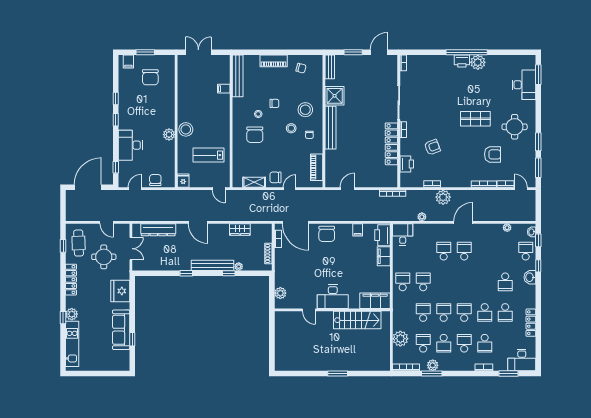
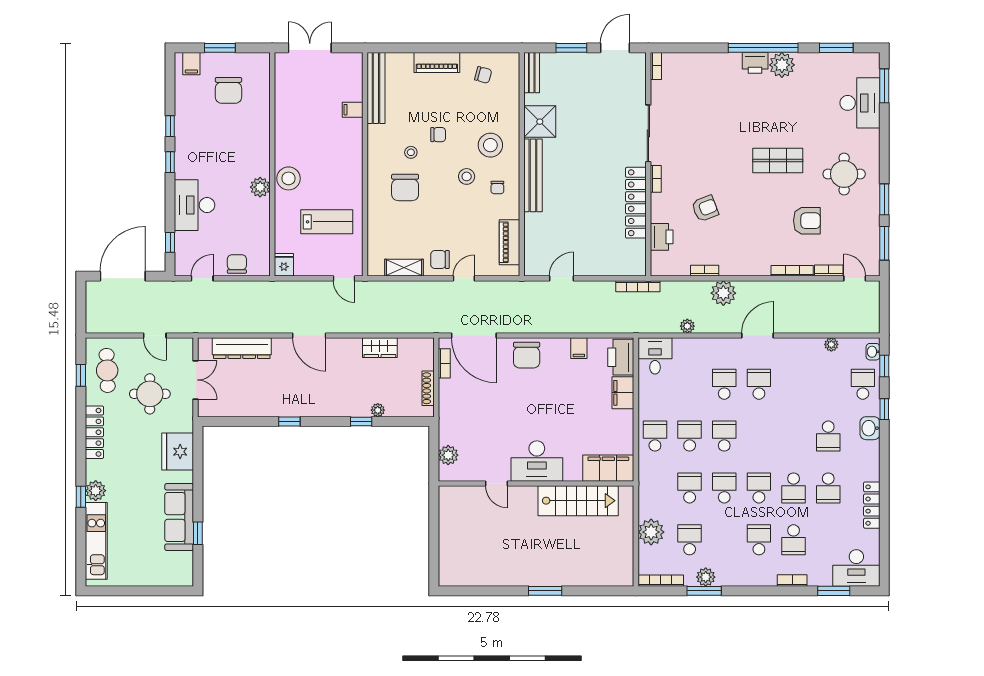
window: (510, 52) -> (836, 48), added
lab bench: (208, 155) -> (327, 222), turned 180
bench: (213, 265) -> (334, 408), removed
school desk: (444, 343) -> (724, 436), moved, turned 180

